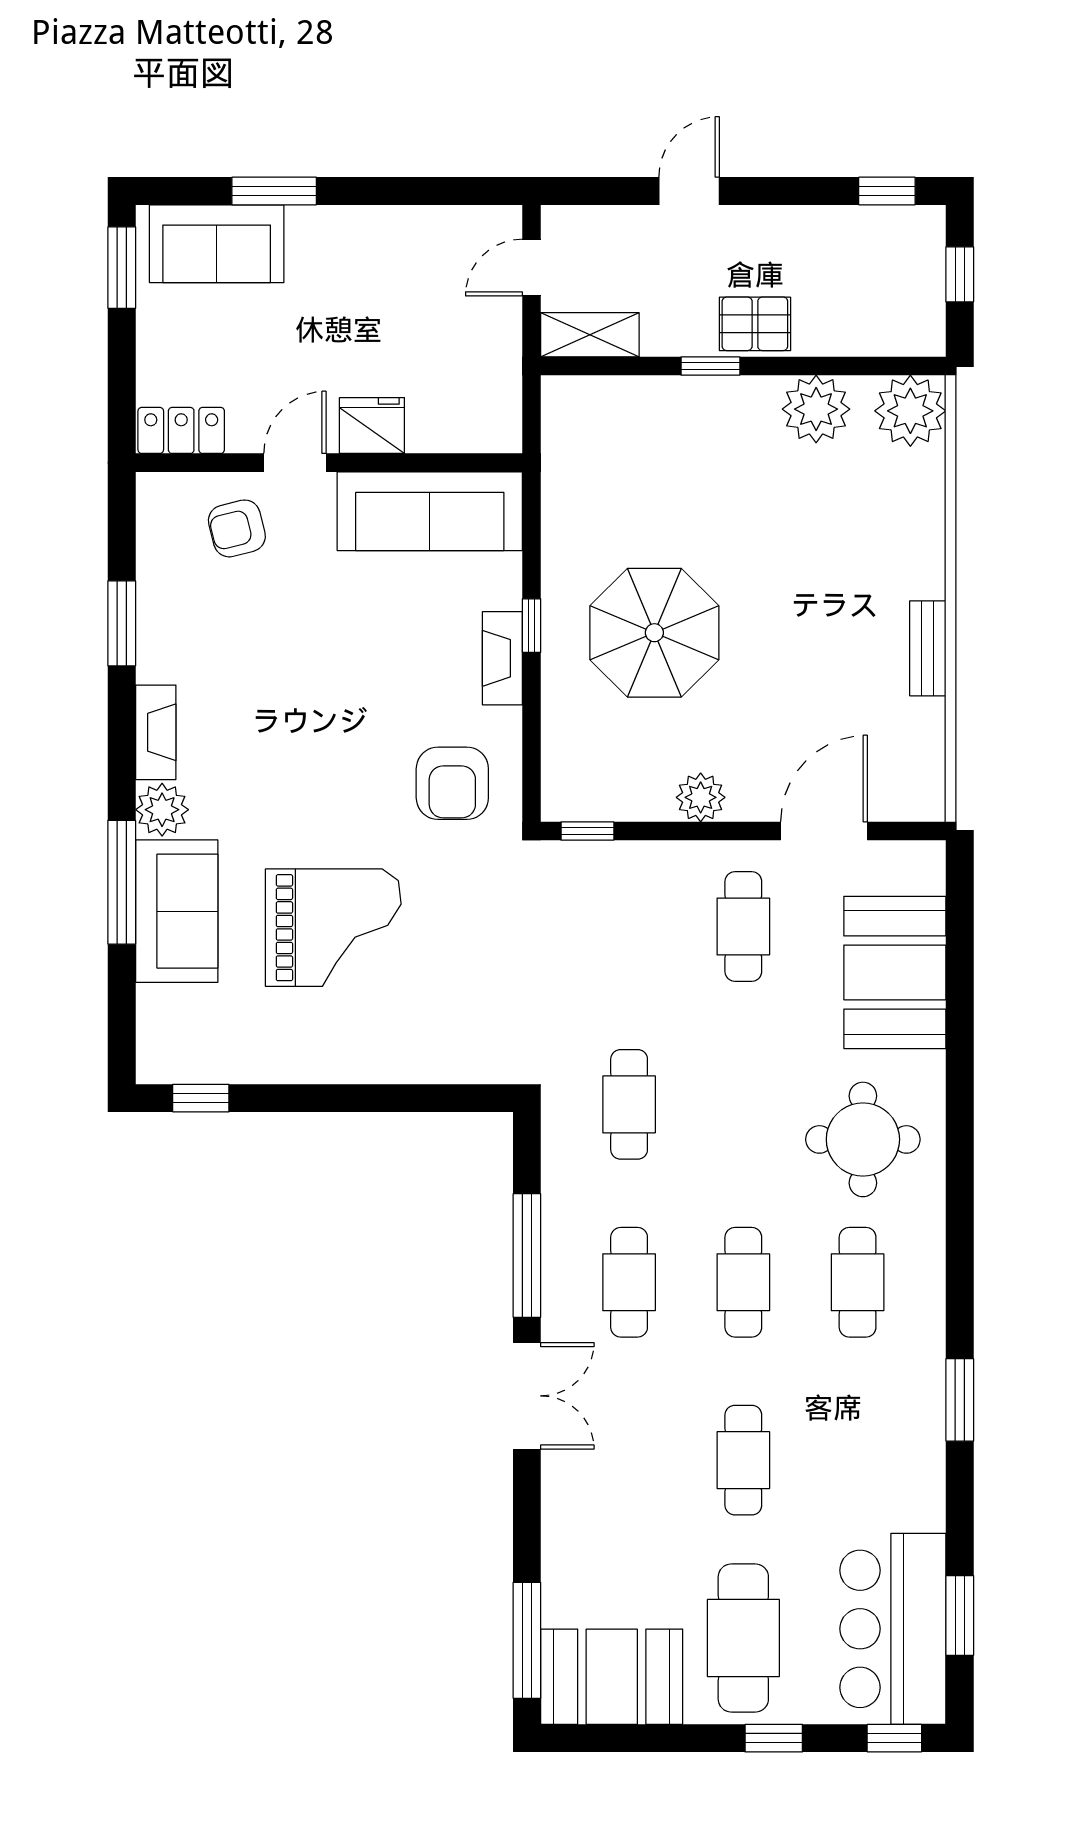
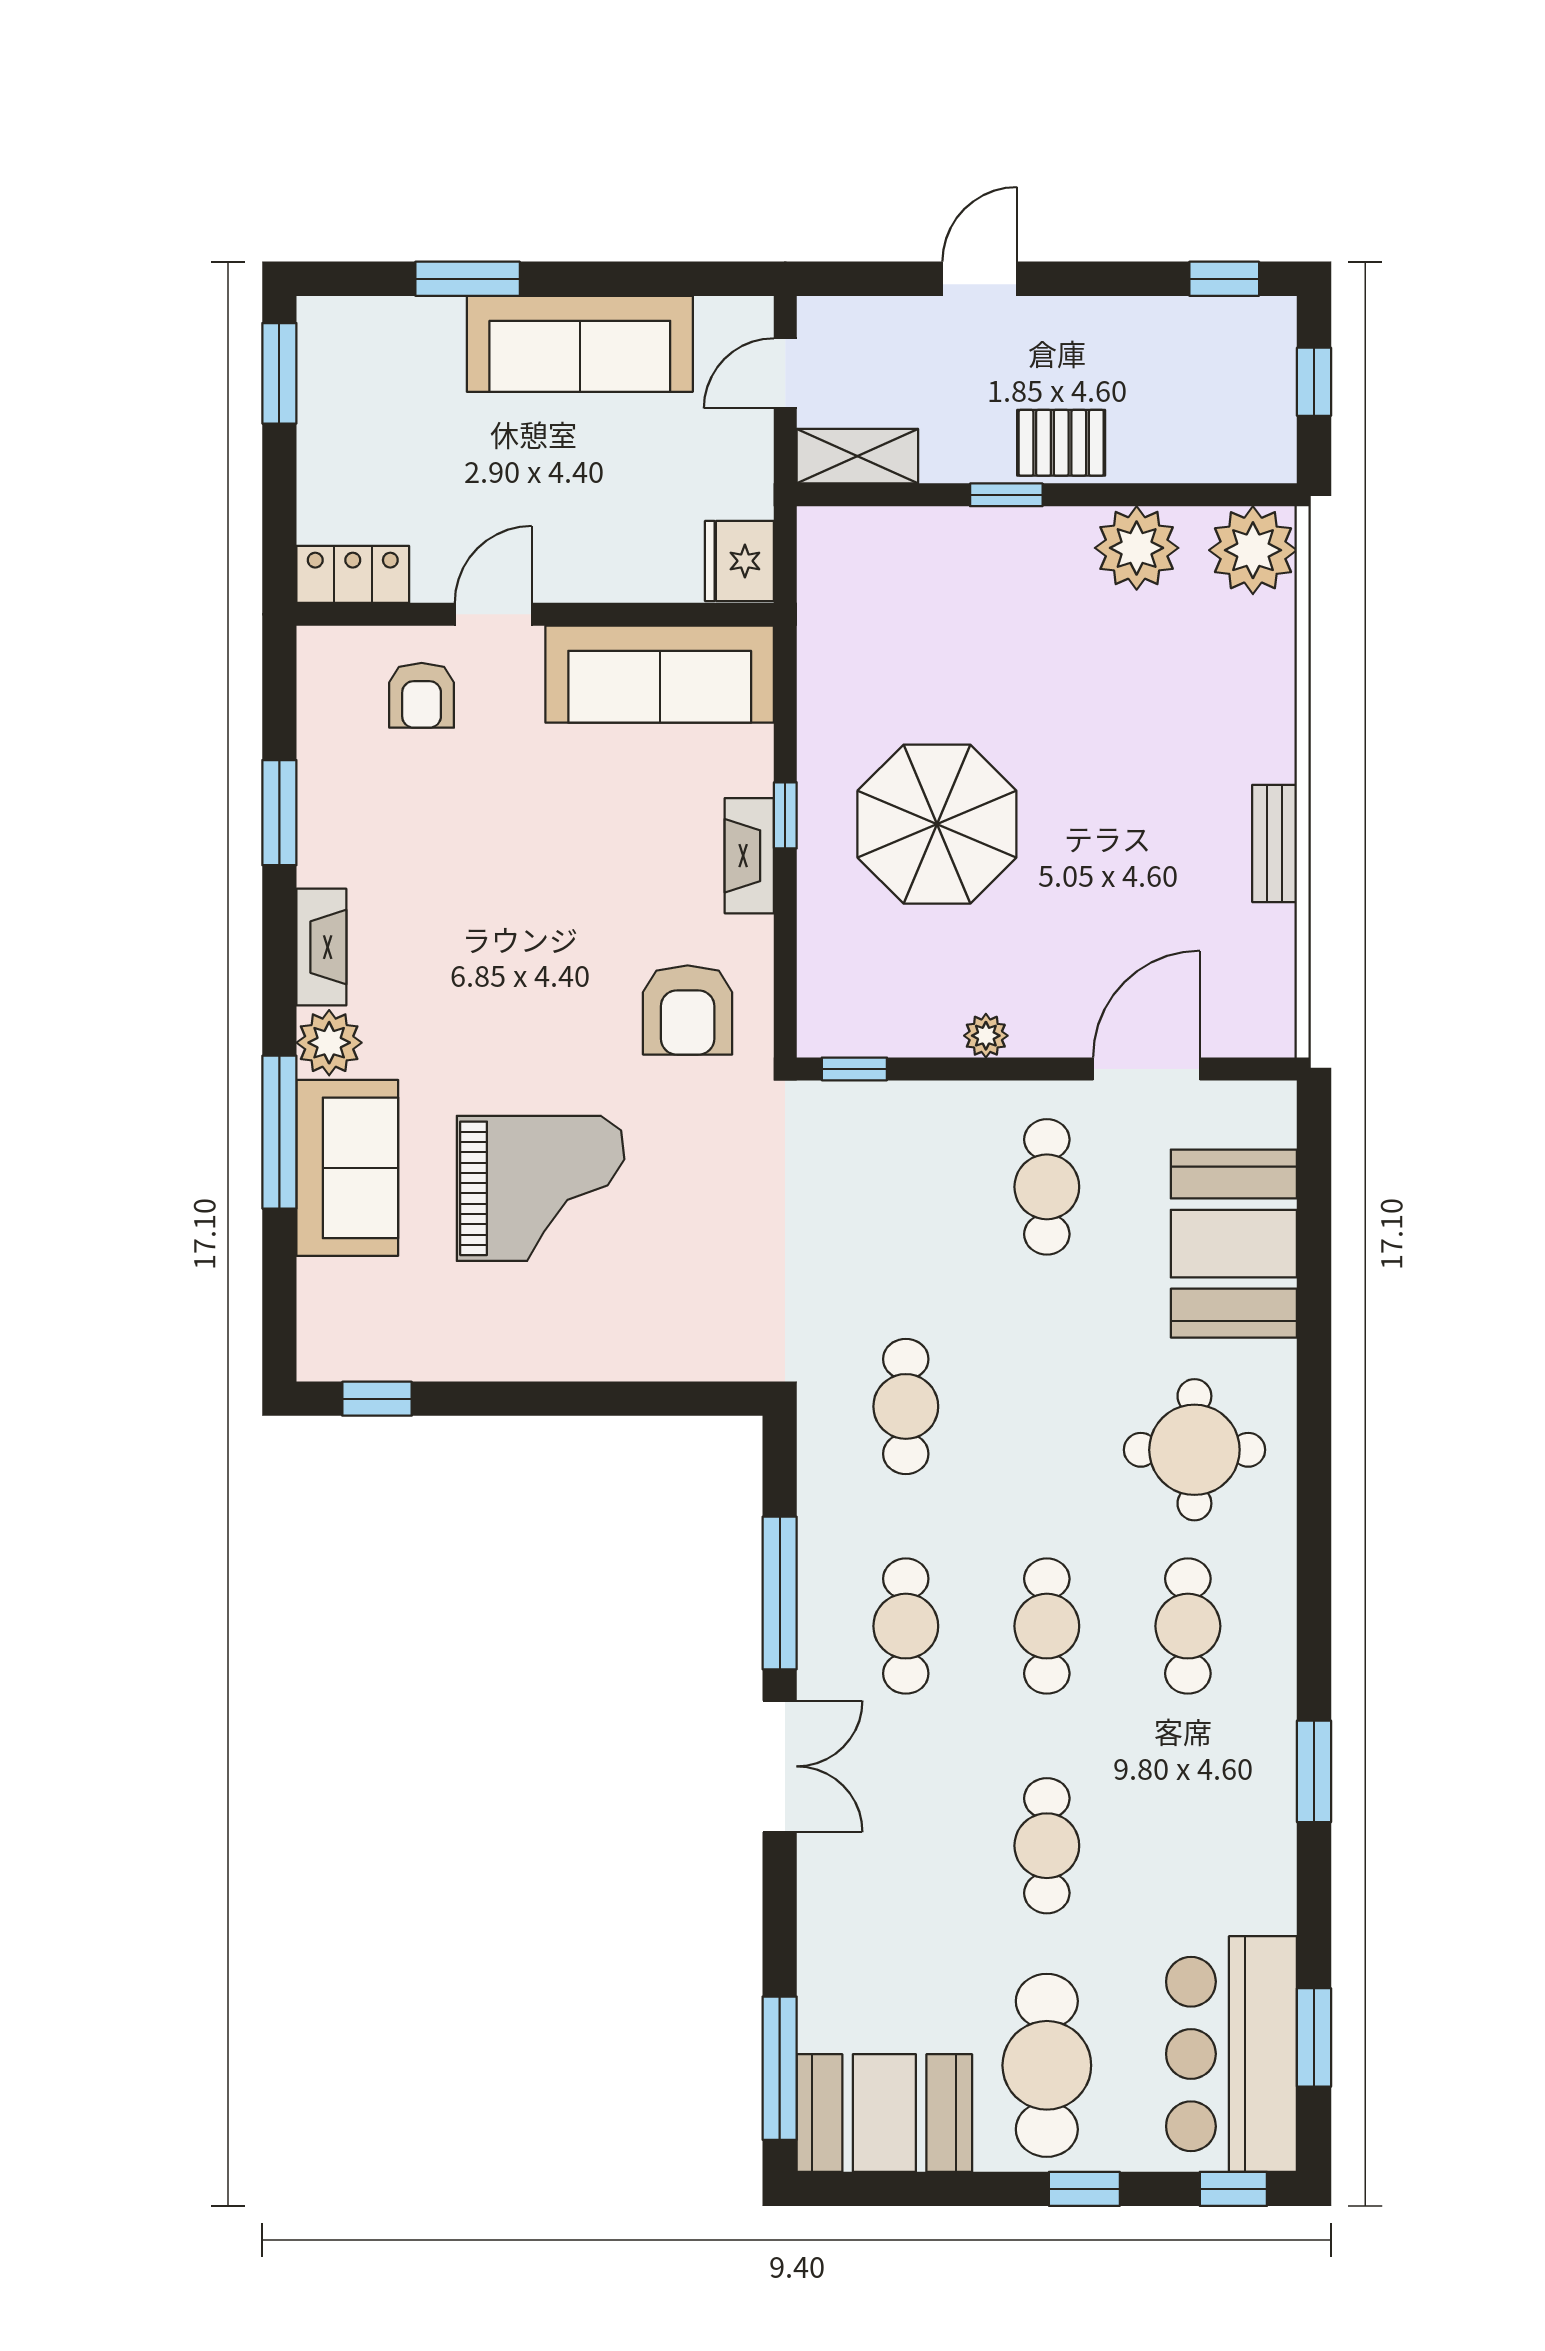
sofa: (217, 244) -> (580, 344), moved, width x1.36
fridge: (372, 425) -> (739, 561), moved, turned -90
armchair: (237, 528) -> (422, 695), turned -76
plant: (701, 797) -> (986, 1036), width x0.73, depth x0.73

